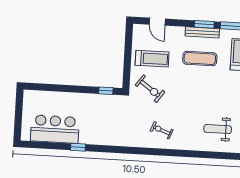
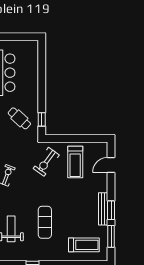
exercise mat: (200, 58) -> (45, 222), moved
cafe table: (103, 114) -> (19, 118), added

